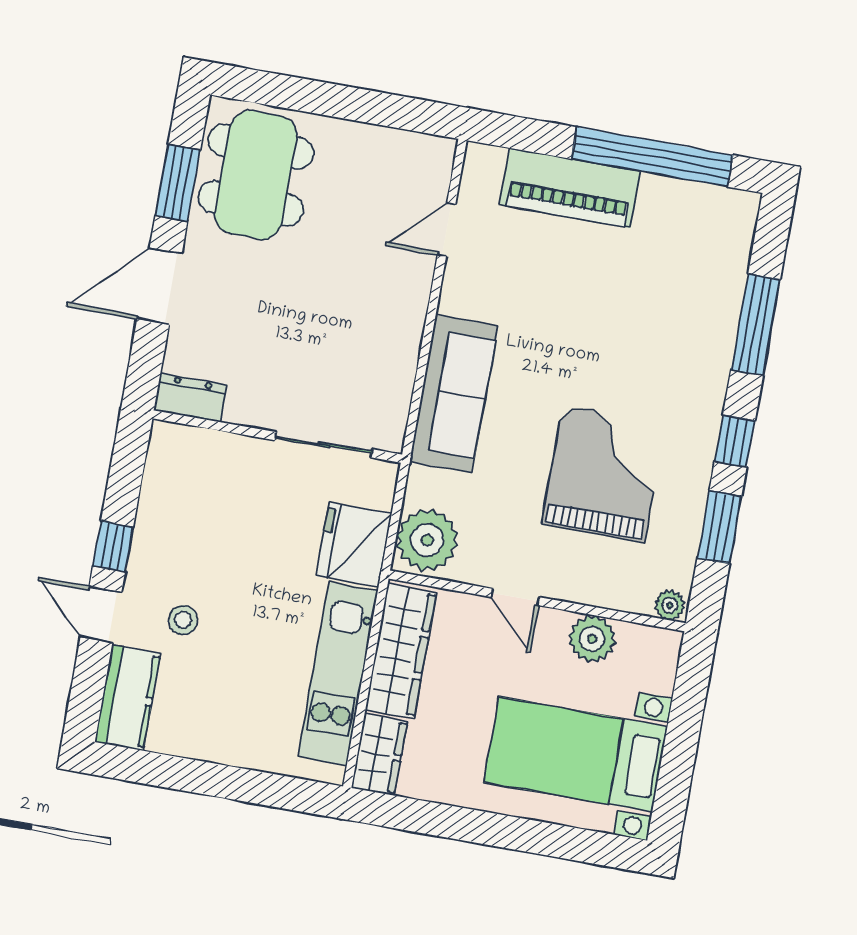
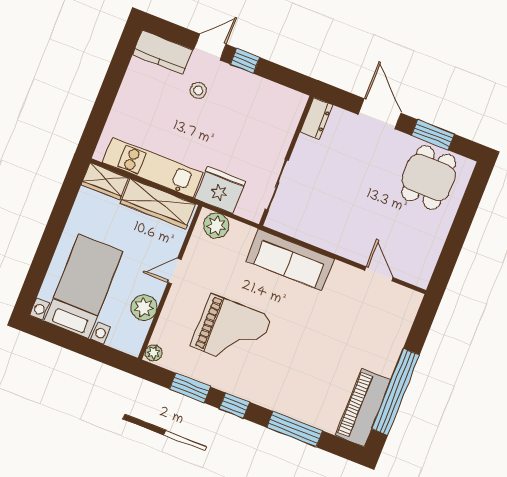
dining table: (256, 175) -> (429, 178), width x0.73
piano: (570, 188) -> (363, 408), moved
plant: (427, 540) -> (216, 226), width x0.73, depth x0.73

